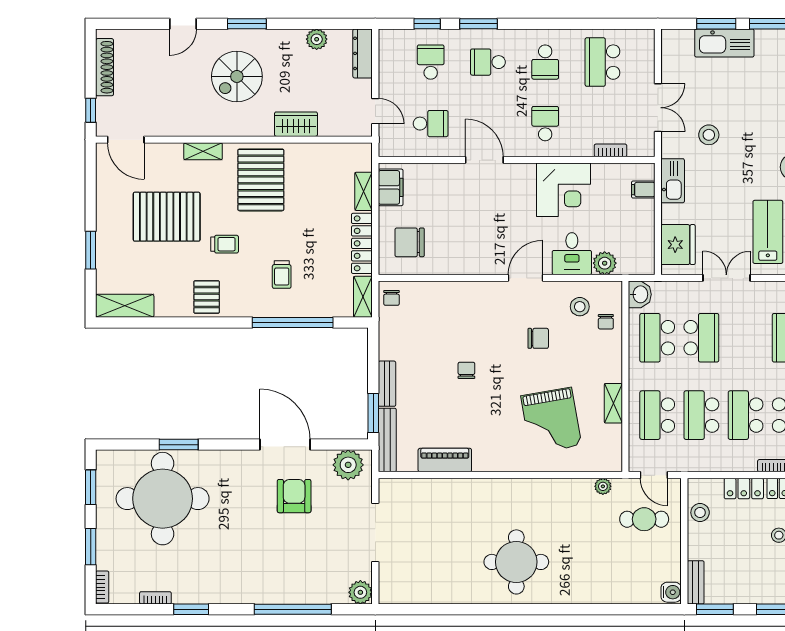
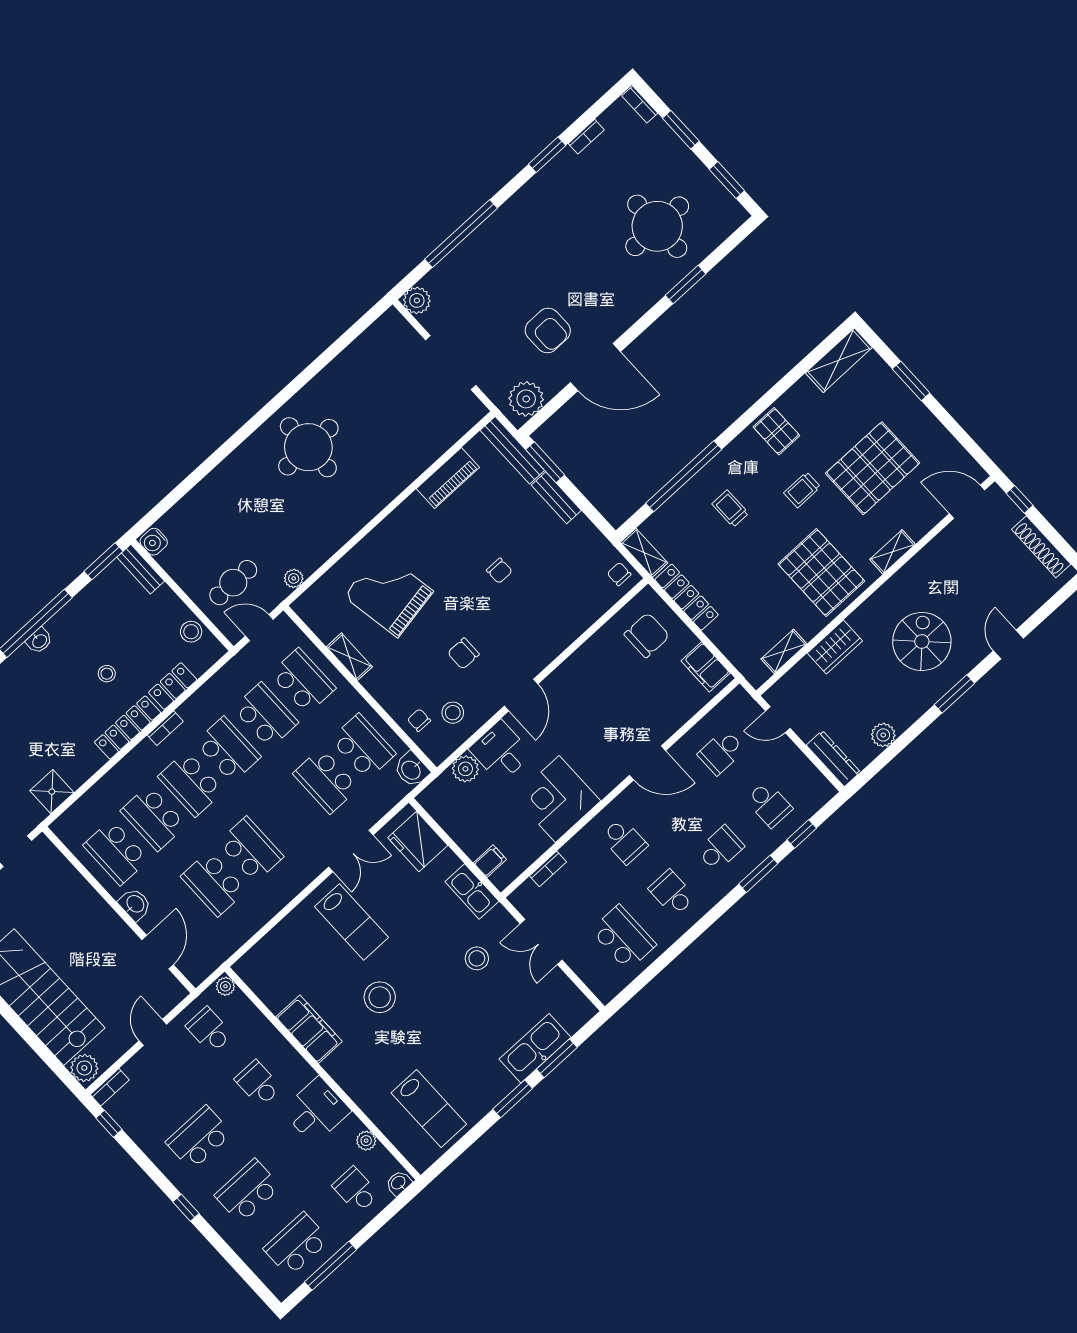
shelving: (364, 191) -> (784, 651), moved, turned 90
round table: (163, 499) -> (657, 226), width x0.73, depth x0.73

